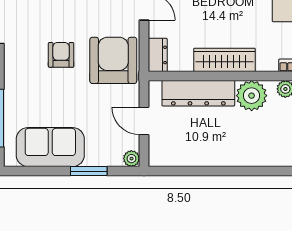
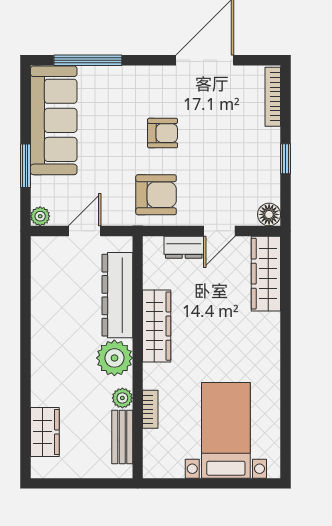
dresser: (158, 55) -> (184, 247), moved
armchair: (113, 60) -> (156, 195), width x0.73, depth x0.73
sofa: (50, 147) -> (54, 120), width x1.36

